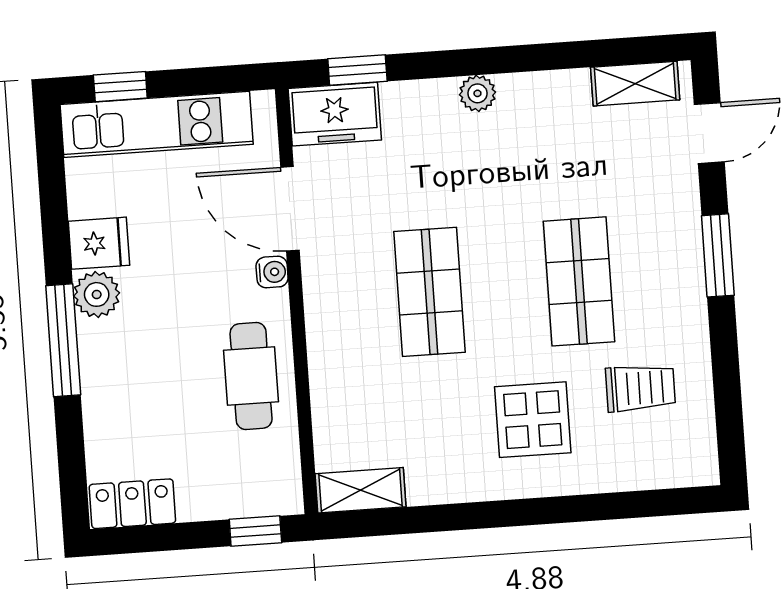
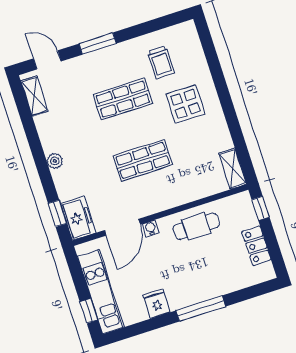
plant: (97, 294) -> (178, 299), removed
trolley: (640, 388) -> (161, 62), turned 180
locker: (132, 504) -> (256, 246), moved

